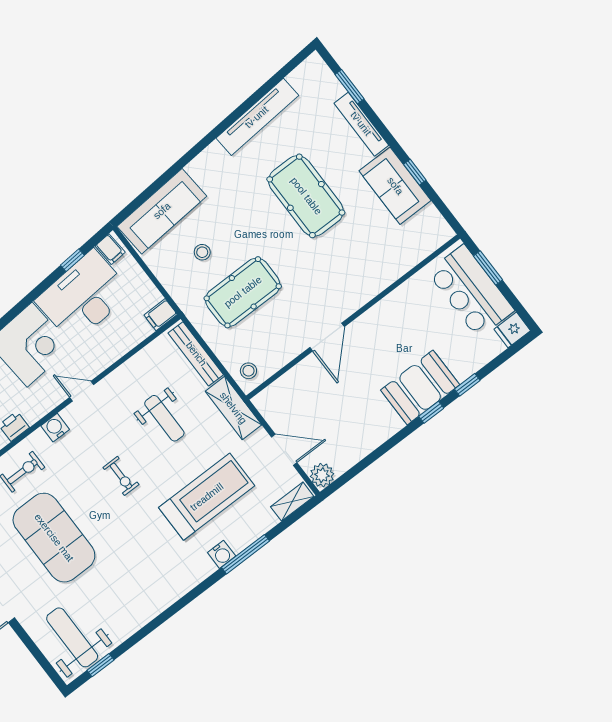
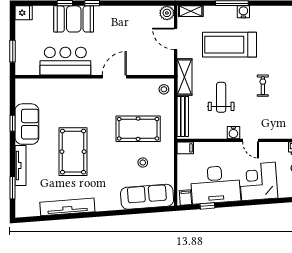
bar counter: (471, 291) -> (65, 61), moved, turned -90
booth: (420, 387) -> (74, 19), moved
water cooler: (55, 428) -> (233, 133), moved

